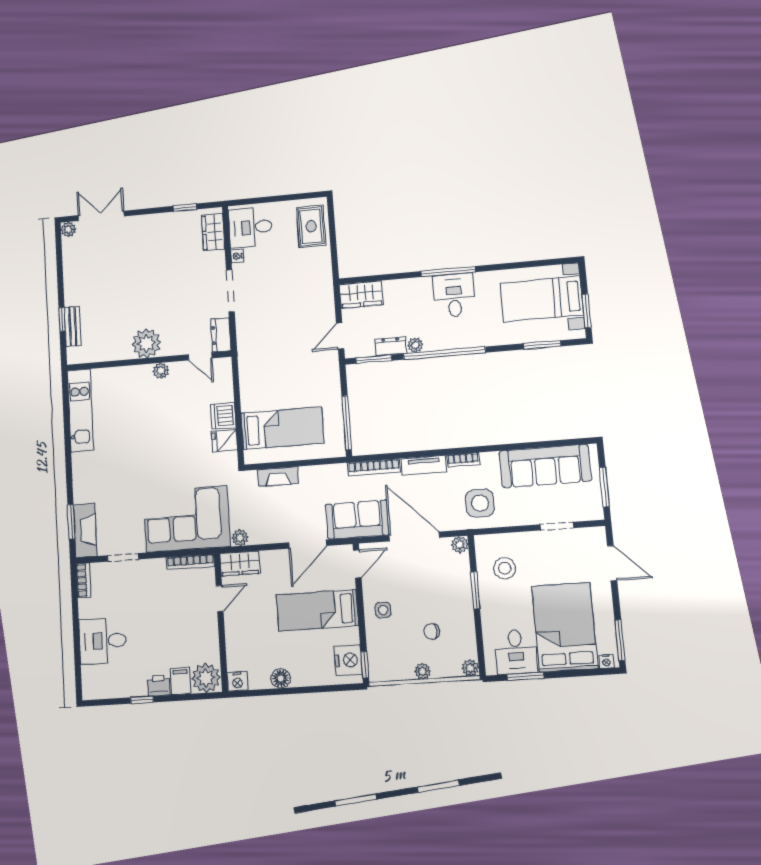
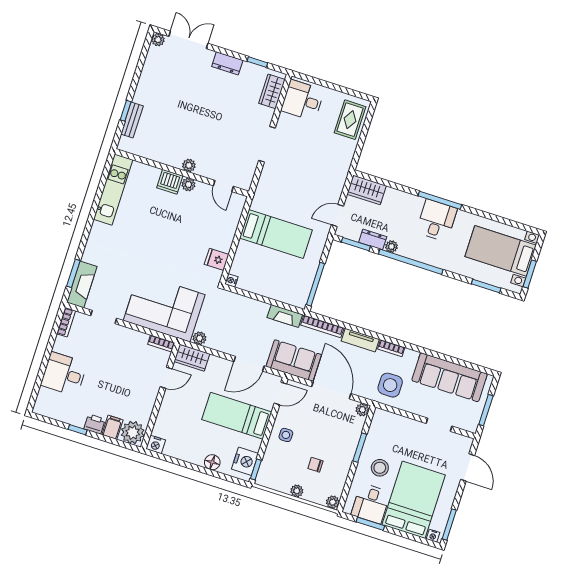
nightstand: (237, 256) -> (231, 280), moved
dresser: (221, 335) -> (227, 63), moved, turned -90
plant: (146, 343) -> (189, 165), width x0.53, depth x0.53
dishwasher: (223, 416) -> (170, 182), moved, turned -90
bed: (282, 428) -> (276, 234), moved
fireplace: (278, 477) -> (285, 316), moved
bookcase: (190, 562) -> (161, 343), width x0.64
stool: (505, 568) -> (380, 468), moved
floor lamp: (281, 678) -> (212, 462), moved

